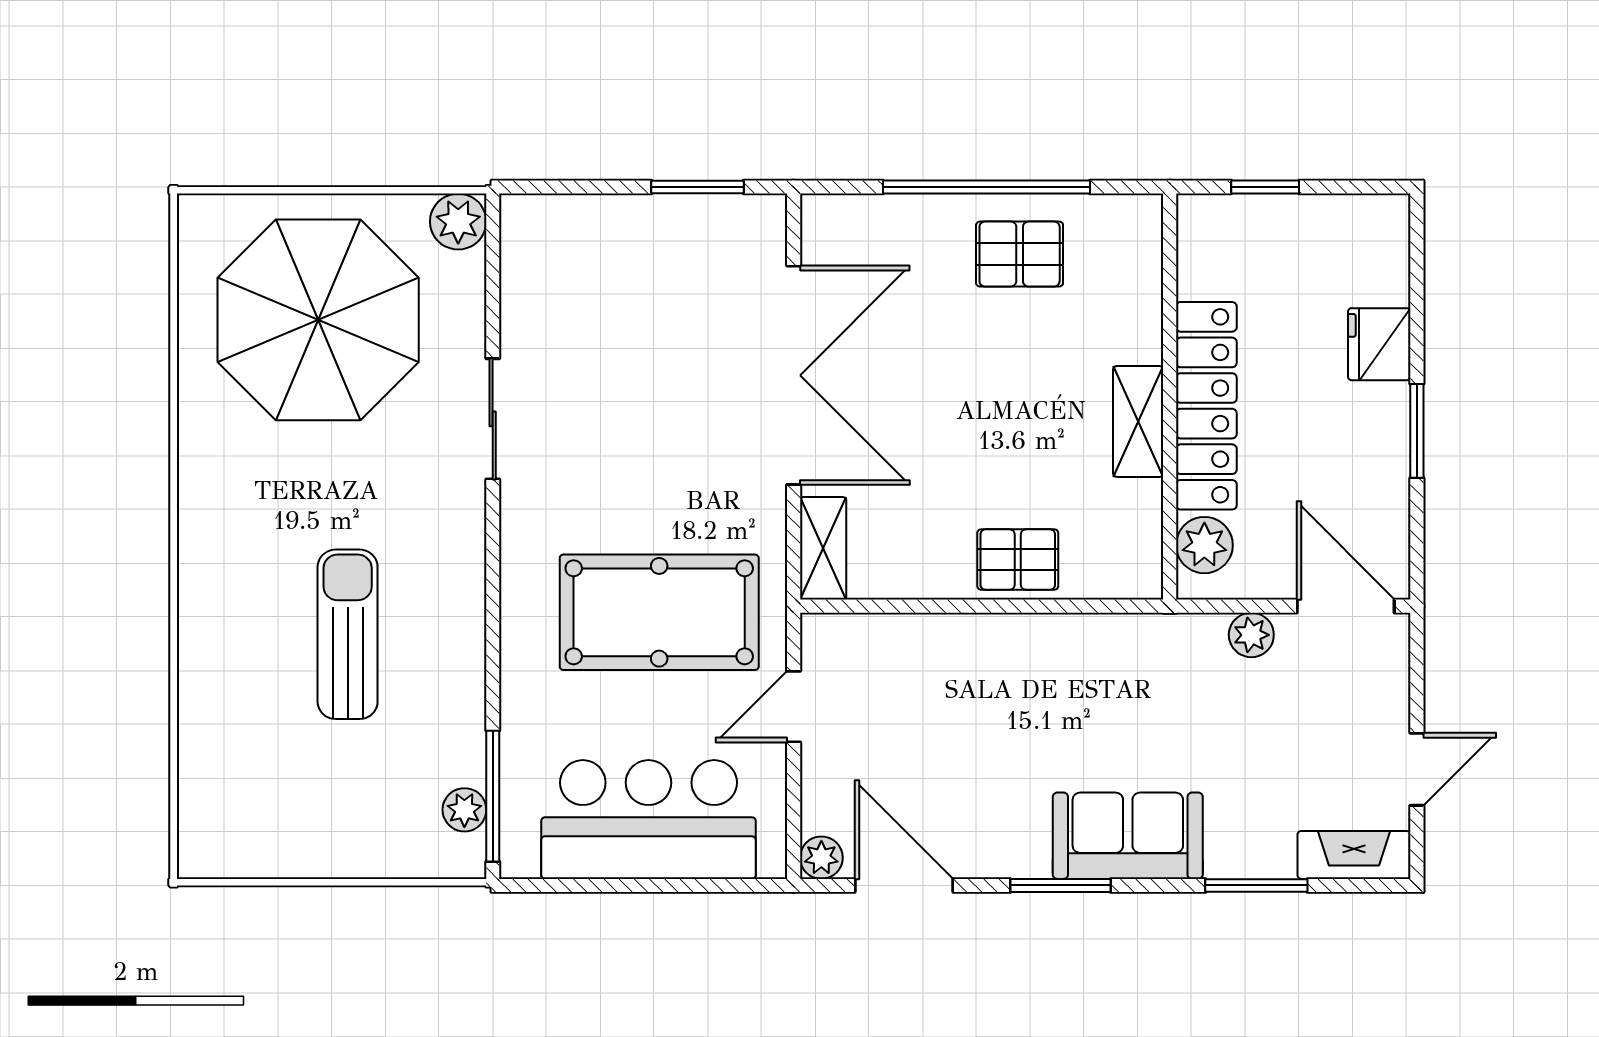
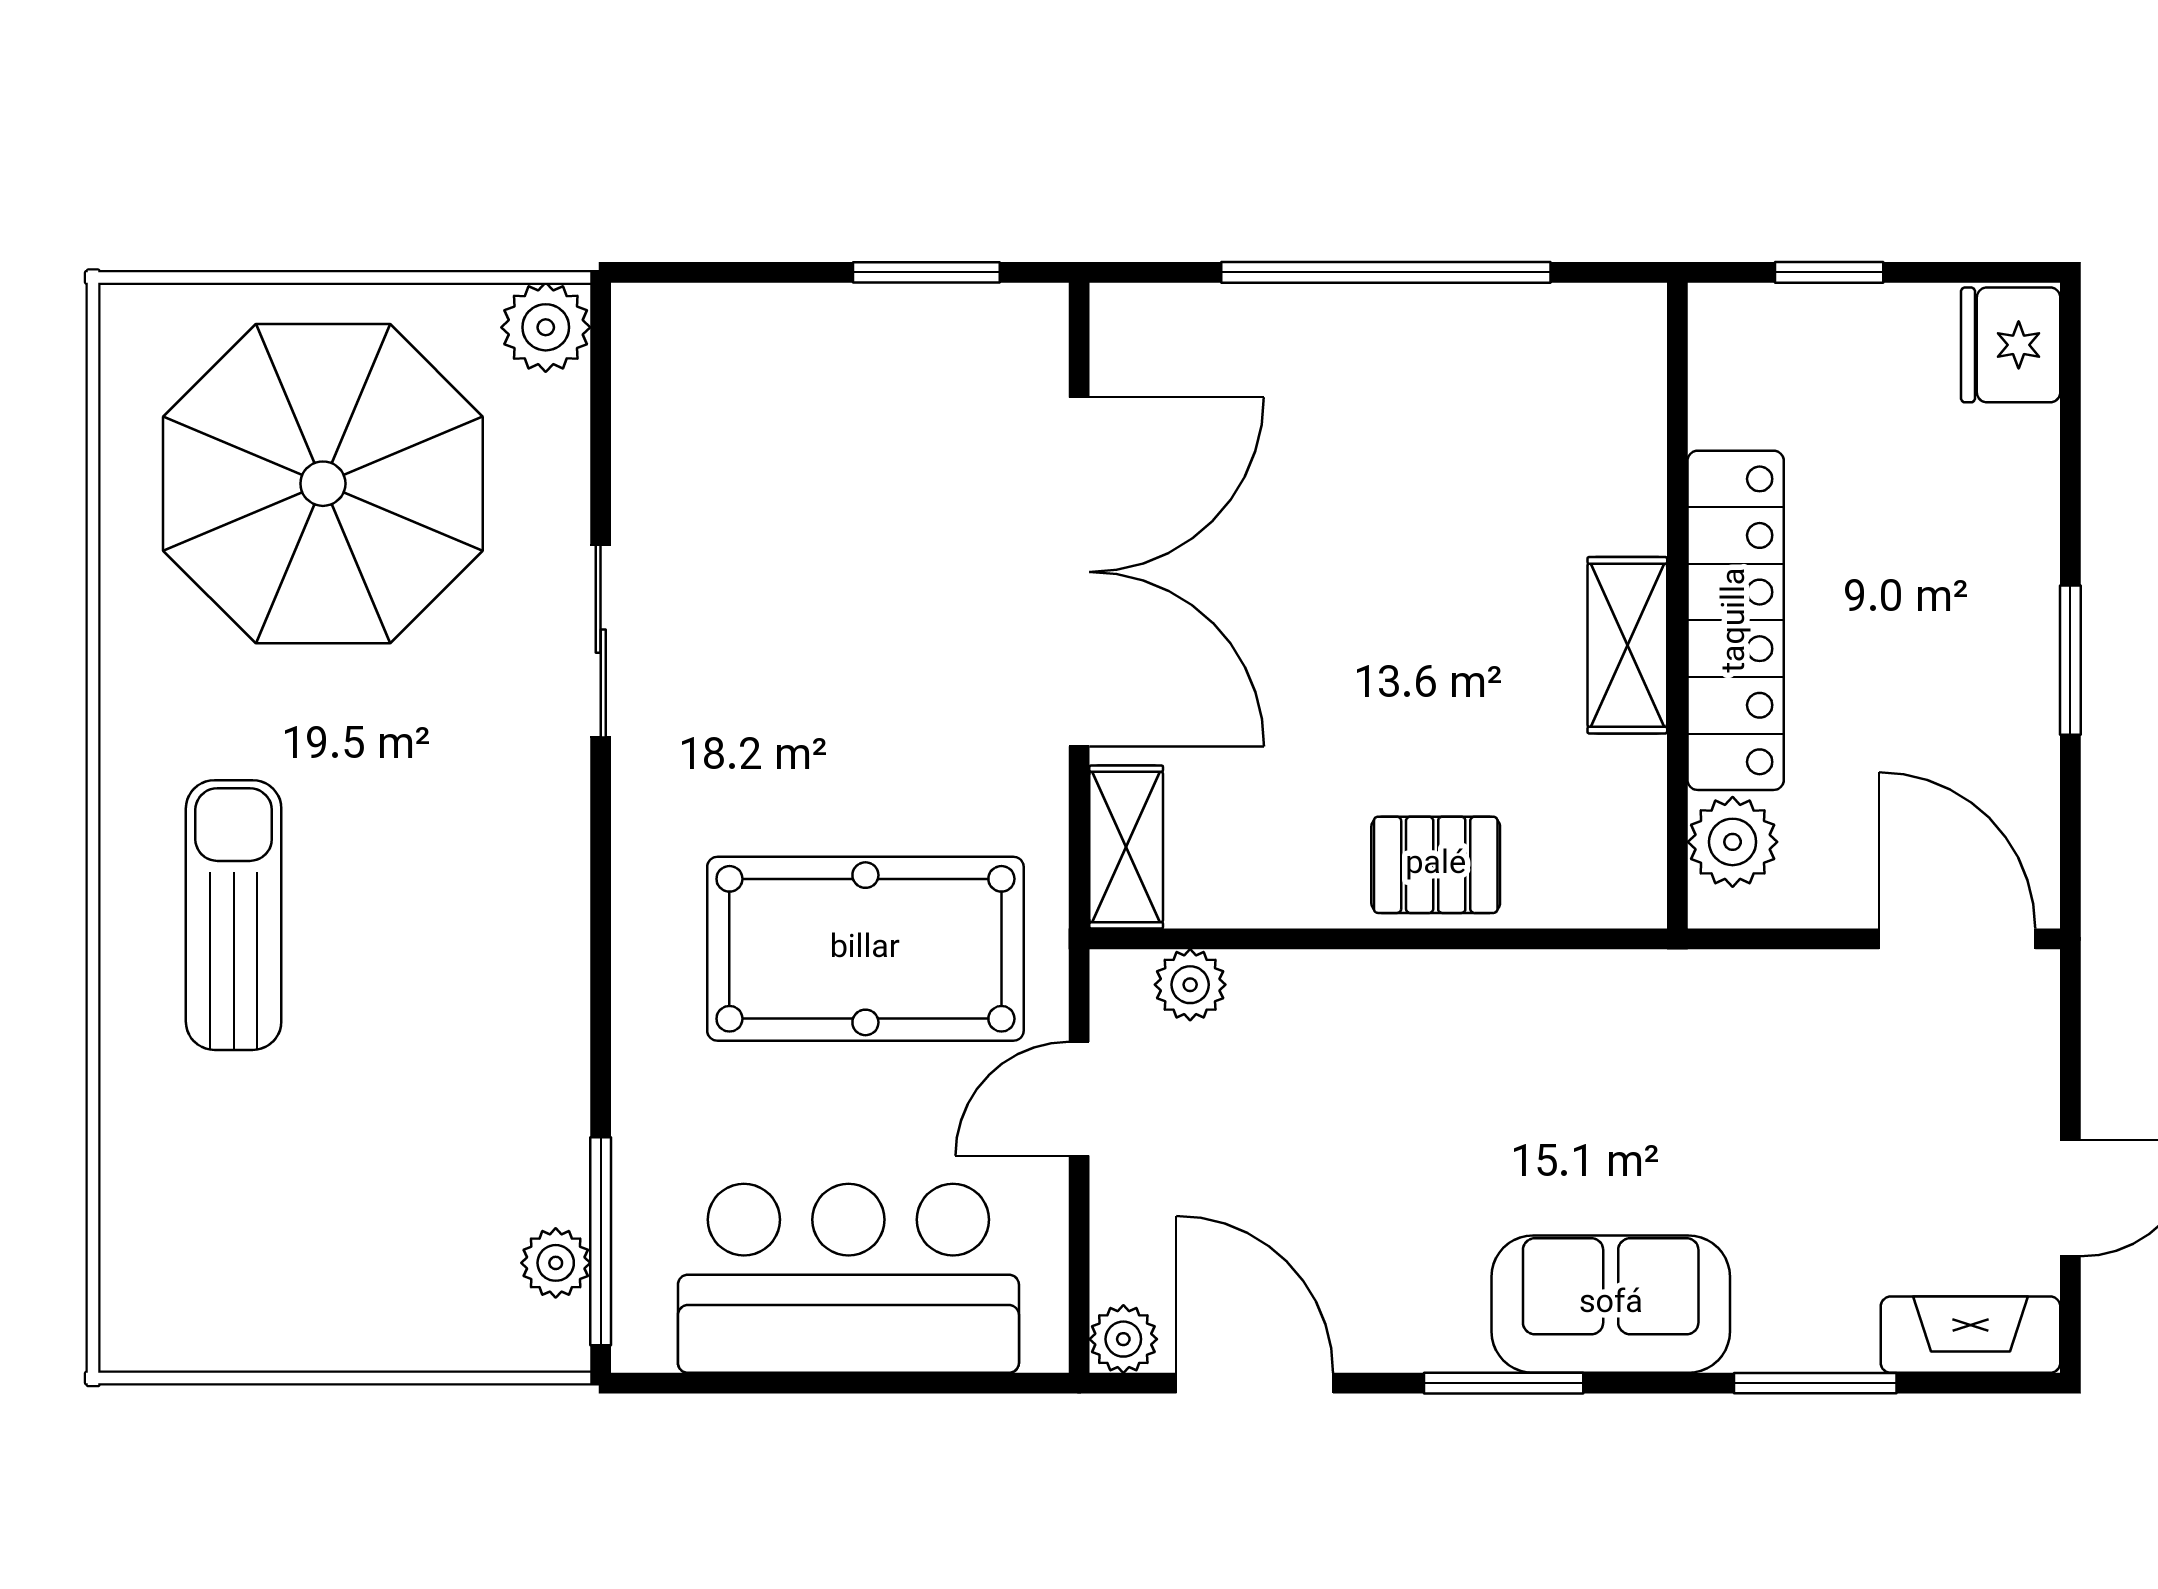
pallet: (1020, 254) -> (1439, 379), removed
fridge: (1379, 344) -> (2011, 345), moved
sun lounger: (348, 634) -> (234, 915), moved
plant: (1251, 635) -> (1190, 985), moved

